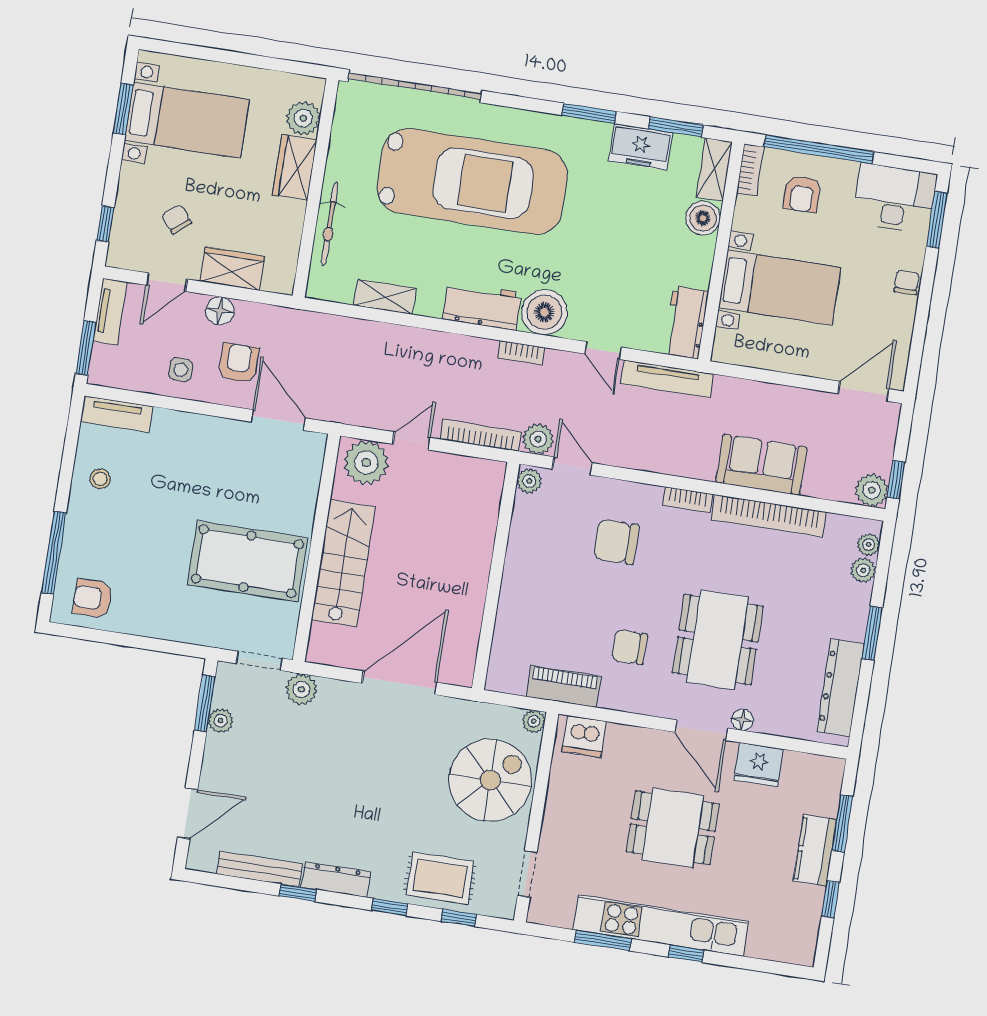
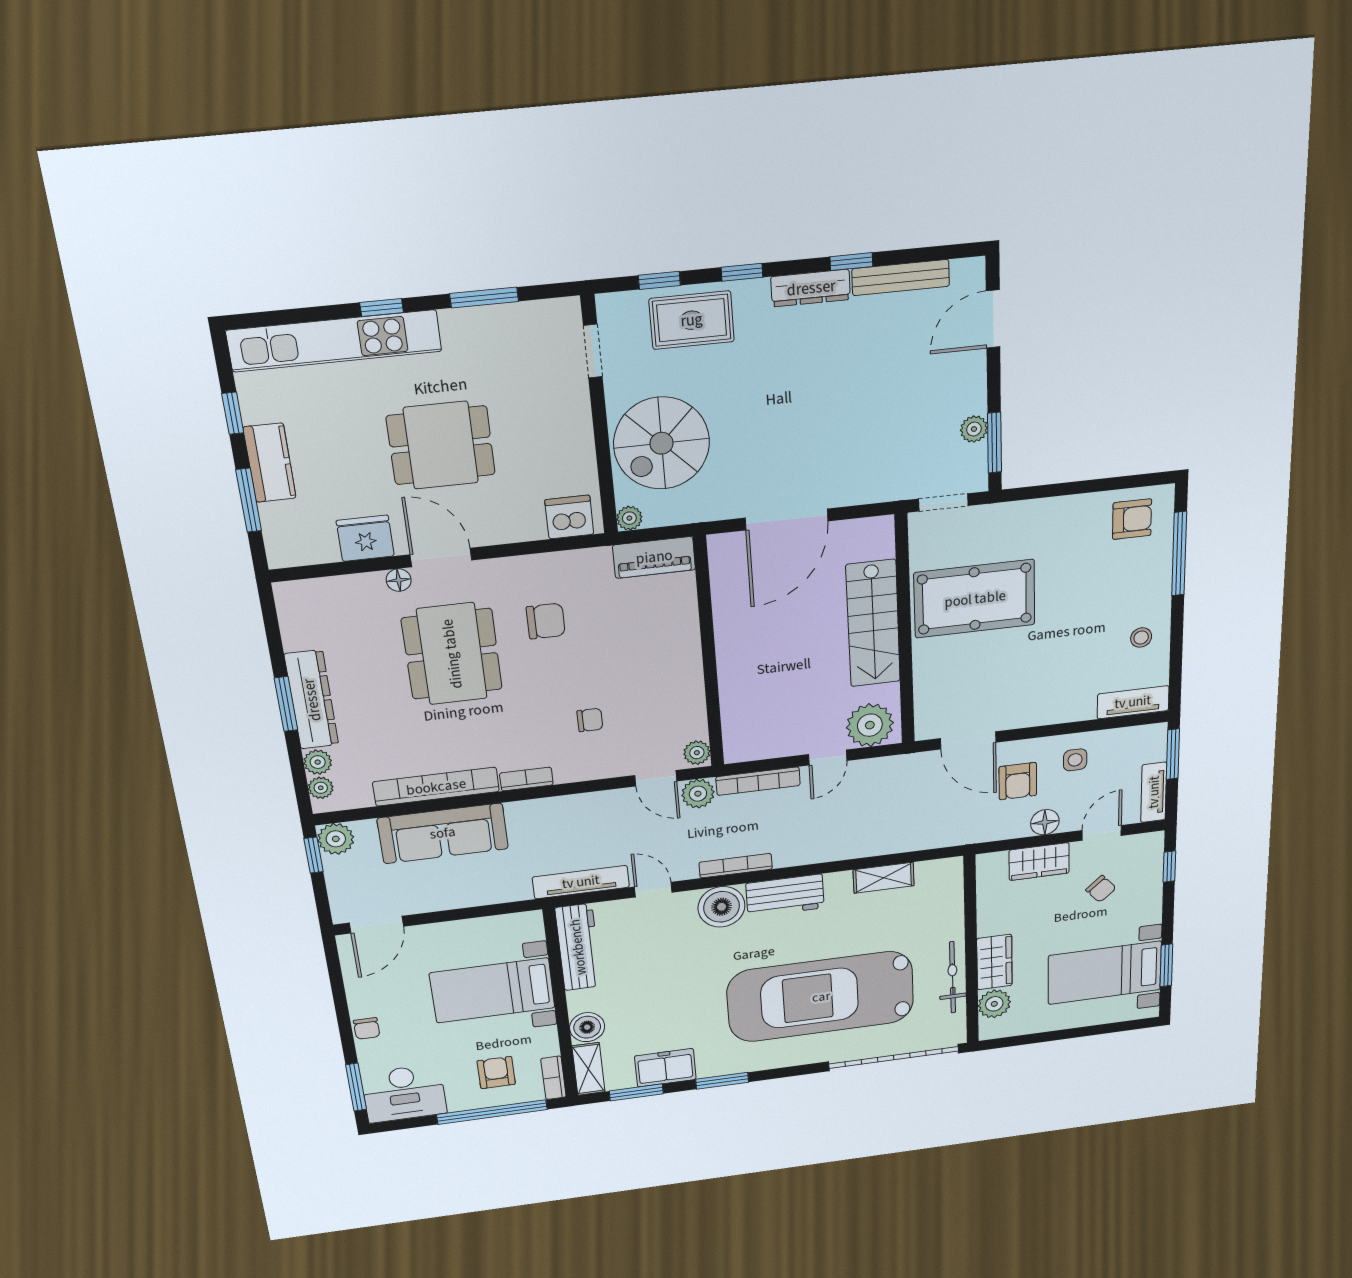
bicycle: (330, 224) -> (953, 977), moved
workbench: (686, 323) -> (578, 947), width x1.38
bookcase: (521, 353) -> (736, 866), width x1.56
sofa: (761, 465) -> (443, 833), width x1.36
chair: (616, 542) -> (590, 720), width x0.54, depth x0.54
piano: (564, 686) -> (654, 557), moved
dresser: (840, 688) -> (312, 700), moved
plant: (301, 689) -> (892, 485), removed
kitchen unit: (661, 926) -> (334, 341), moved

